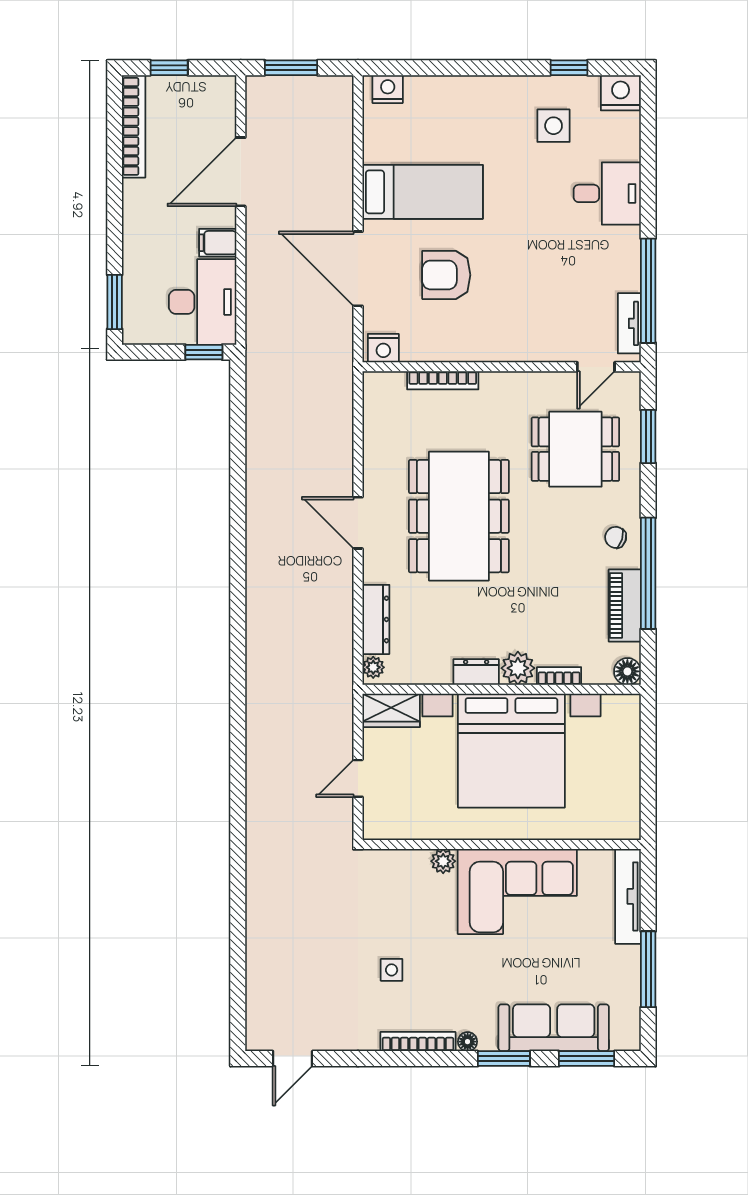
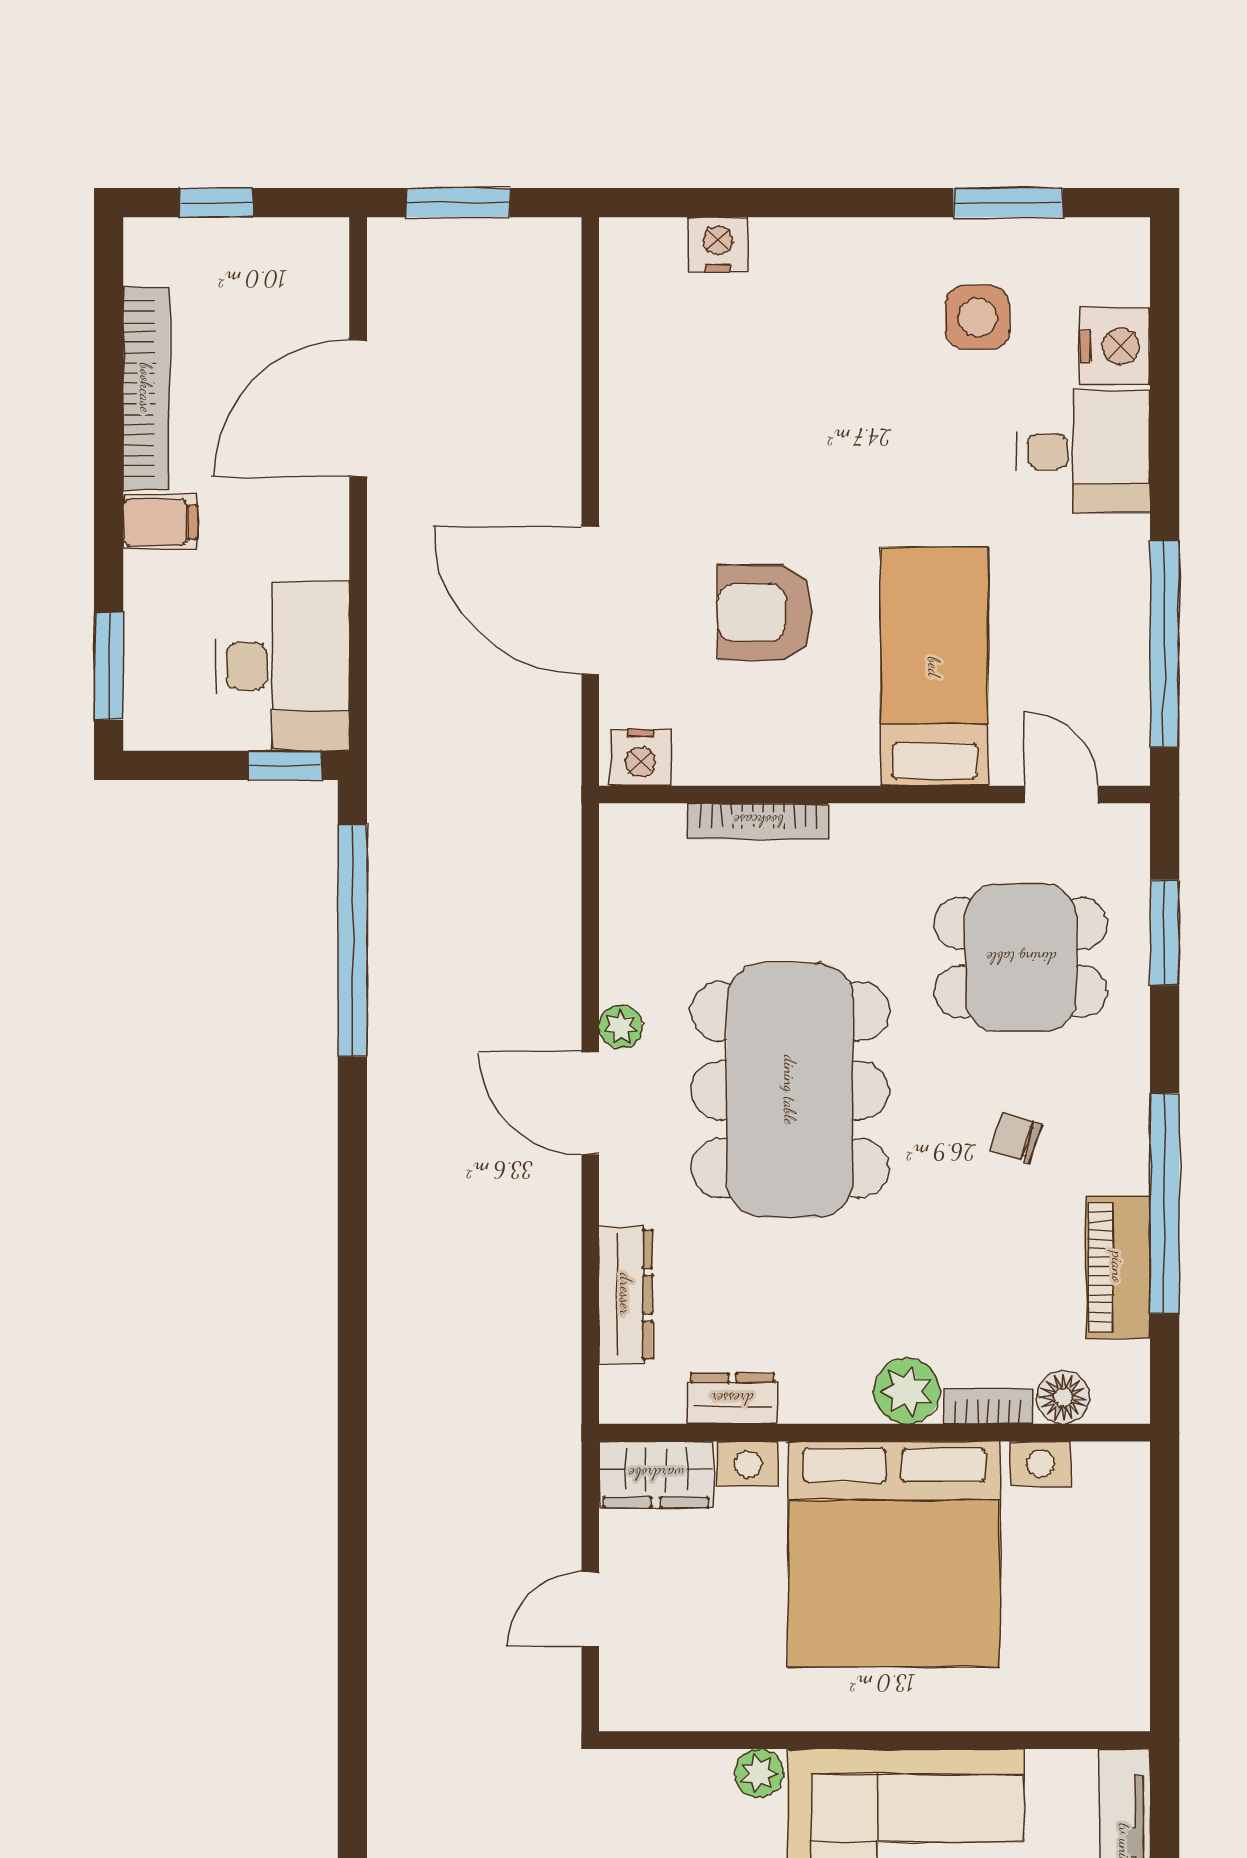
window: (569, 68) -> (1008, 203), width x1.50
nightstand: (388, 89) -> (718, 245), moved
nightstand: (621, 93) -> (1115, 346), moved, turned 90
bookcase: (134, 126) -> (146, 388), moved
bed: (423, 192) -> (934, 667), moved, turned -90
filing cabinet: (218, 243) -> (160, 522), moved, turned 180
tv unit: (629, 323) -> (1127, 708), removed
door: (596, 367) -> (1061, 794), swing flipped
window: (238, 440) -> (352, 940), added
chair: (616, 537) -> (1016, 1138), moved
plant: (373, 667) -> (621, 1027), moved
floor lamp: (627, 671) -> (1063, 1397), moved
dresser: (476, 672) -> (732, 1399), moved

